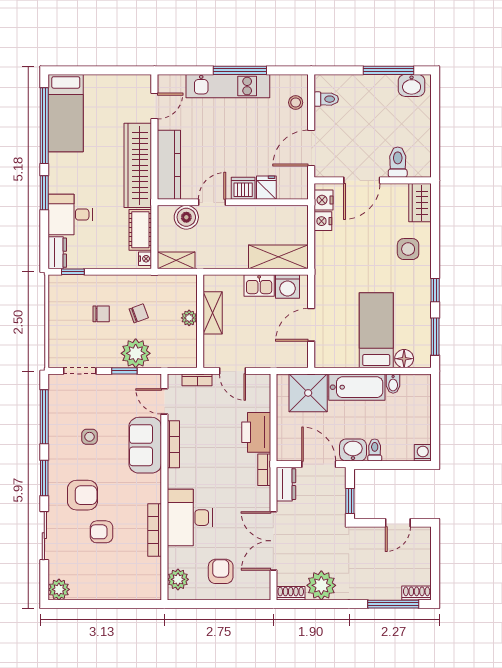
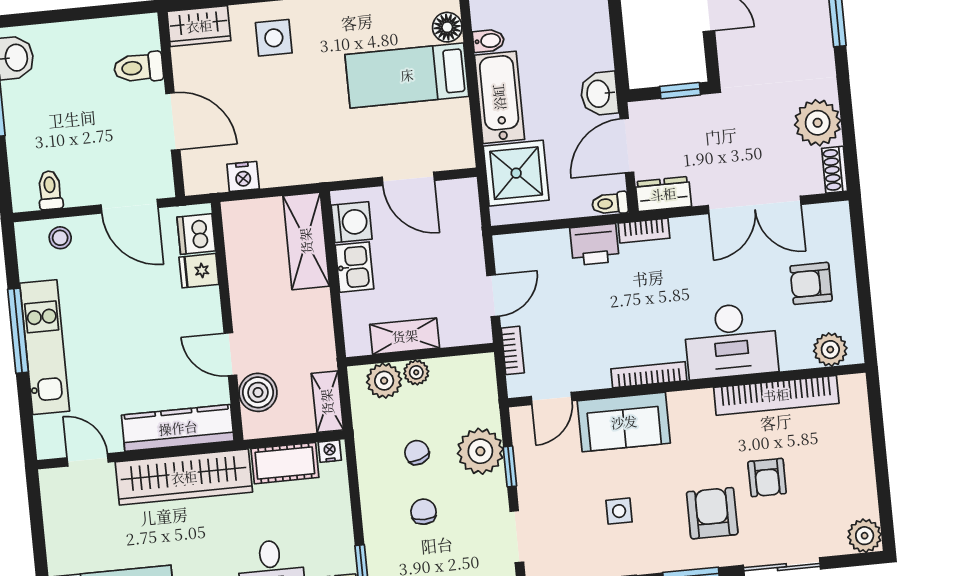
dishwasher: (243, 188) -> (196, 234), moved
nightstand: (323, 200) -> (210, 179), removed
plant: (186, 297) -> (384, 381), added
printer: (256, 432) -> (594, 245), width x0.73, depth x0.84
bookcase: (173, 444) -> (649, 375), moved
toilet: (375, 450) -> (610, 203), moved
bookcase: (155, 530) -> (776, 395), width x1.48, depth x1.31

